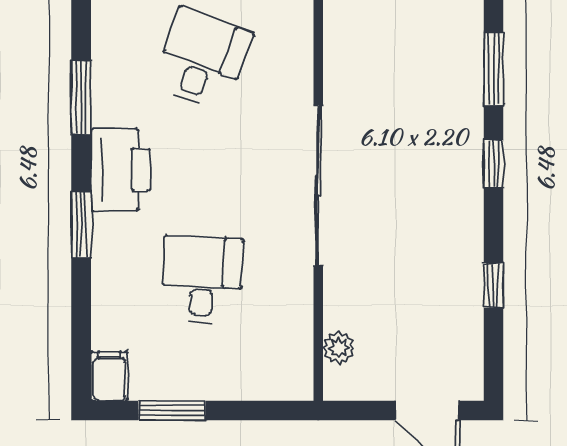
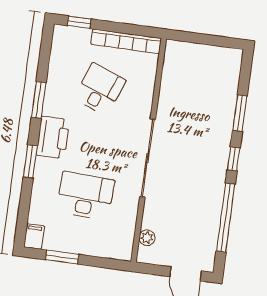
desk: (202, 280) -> (85, 196), width x1.37
window: (493, 285) -> (226, 218), width x3.17

